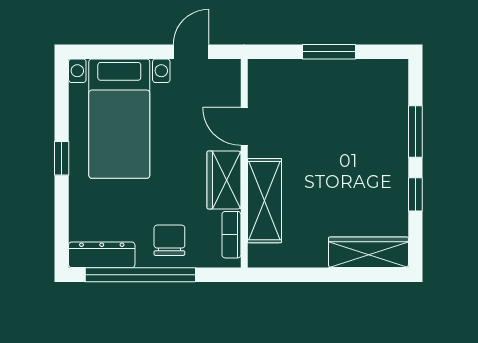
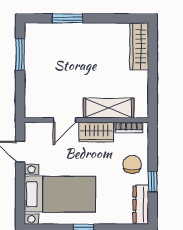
window: (329, 52) -> (20, 54), moved
window: (415, 194) -> (105, 18), removed
chair: (169, 240) -> (132, 164), turned 90
window: (140, 275) -> (153, 182), width x0.32

